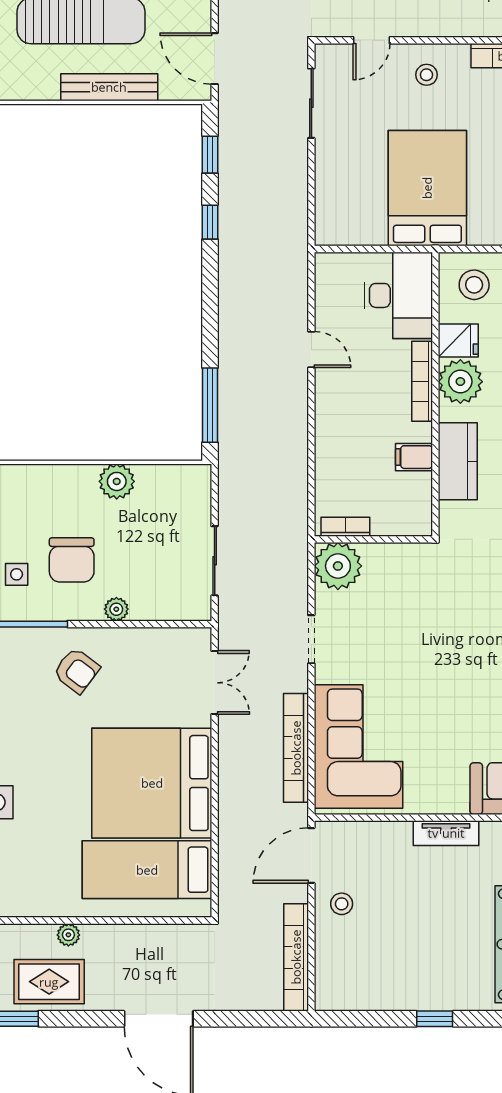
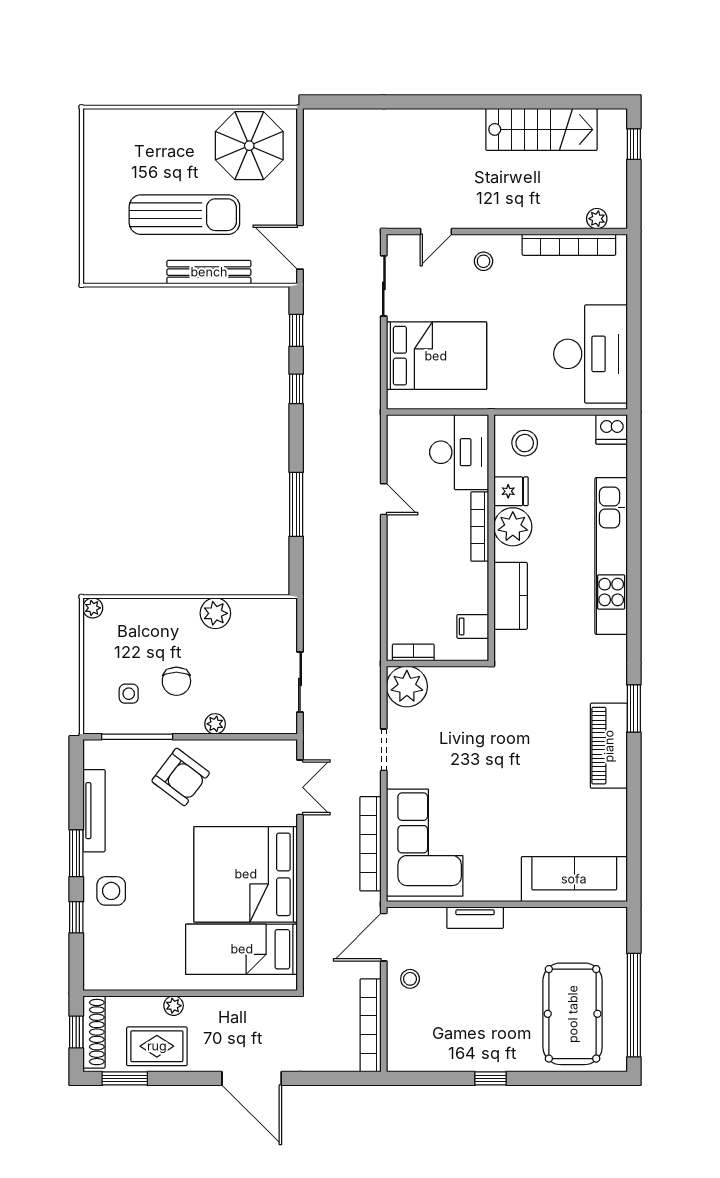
bed: (427, 188) -> (436, 356), moved, turned 90
window: (210, 405) -> (296, 504), moved
filing cabinet: (414, 457) -> (473, 626), moved
chair: (72, 560) -> (176, 681), width x0.73, depth x0.73
armchair: (77, 671) -> (181, 777), width x1.38, depth x1.38
tv unit: (446, 833) -> (475, 918), moved

